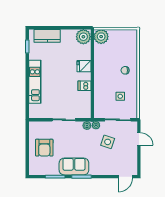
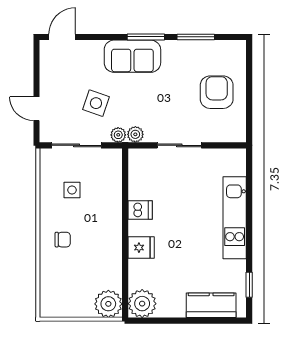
sofa: (74, 167) -> (132, 56), moved

